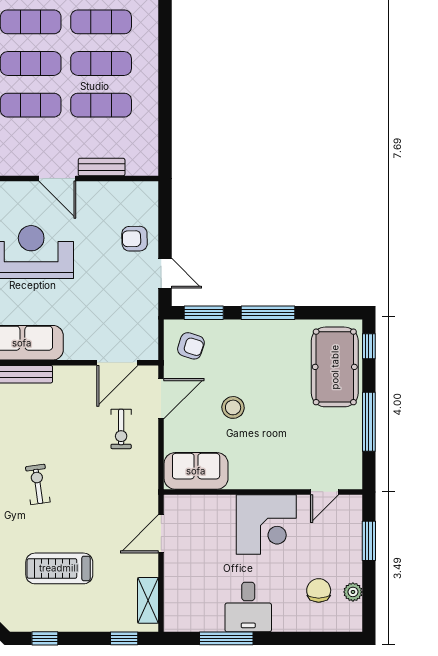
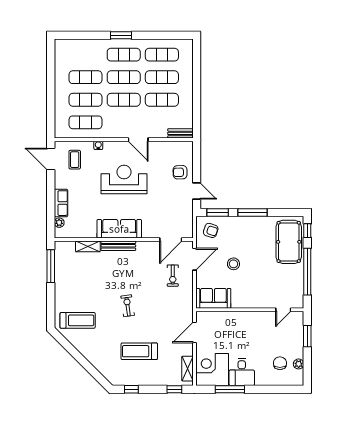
bench: (102, 167) -> (180, 133), moved
window: (369, 422) -> (307, 272), width x1.46
corner desk: (266, 524) -> (212, 369), moved, turned 180

